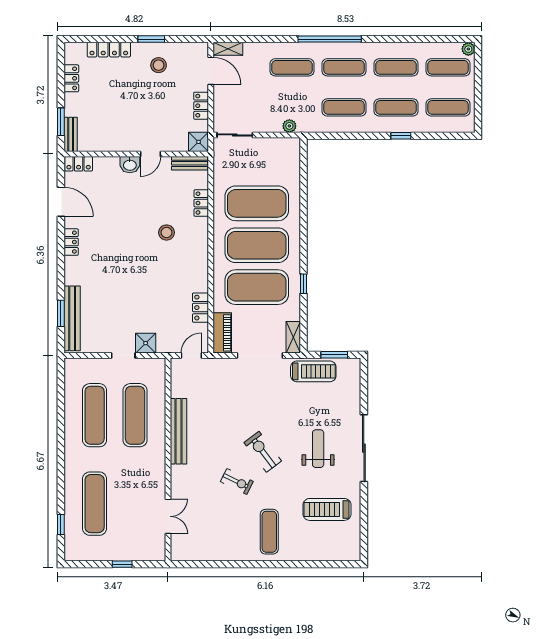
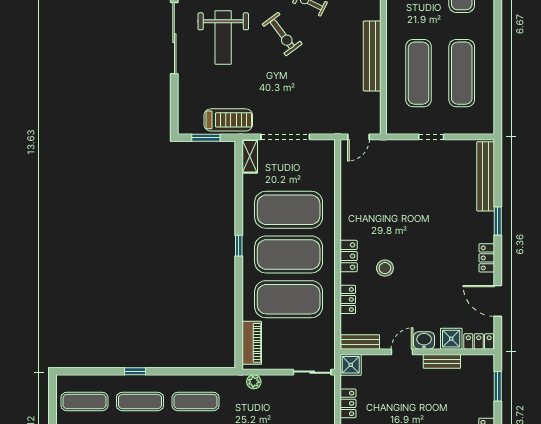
bench: (71, 134) -> (442, 361), moved, turned 90
window: (304, 284) -> (239, 246), moved
locker: (200, 308) -> (349, 256), moved
window: (61, 313) -> (498, 221), moved
piano: (222, 333) -> (252, 343), moved, turned 180
shower: (146, 343) -> (451, 339), moved
treadmill: (313, 371) -> (228, 120), turned 180
weight bench: (318, 449) -> (223, 37), width x1.36, depth x1.33

